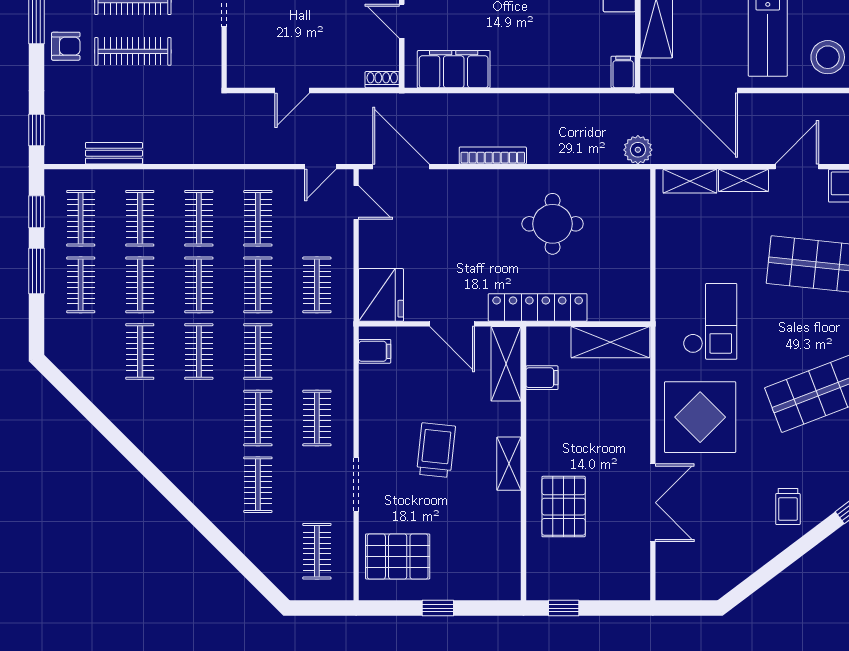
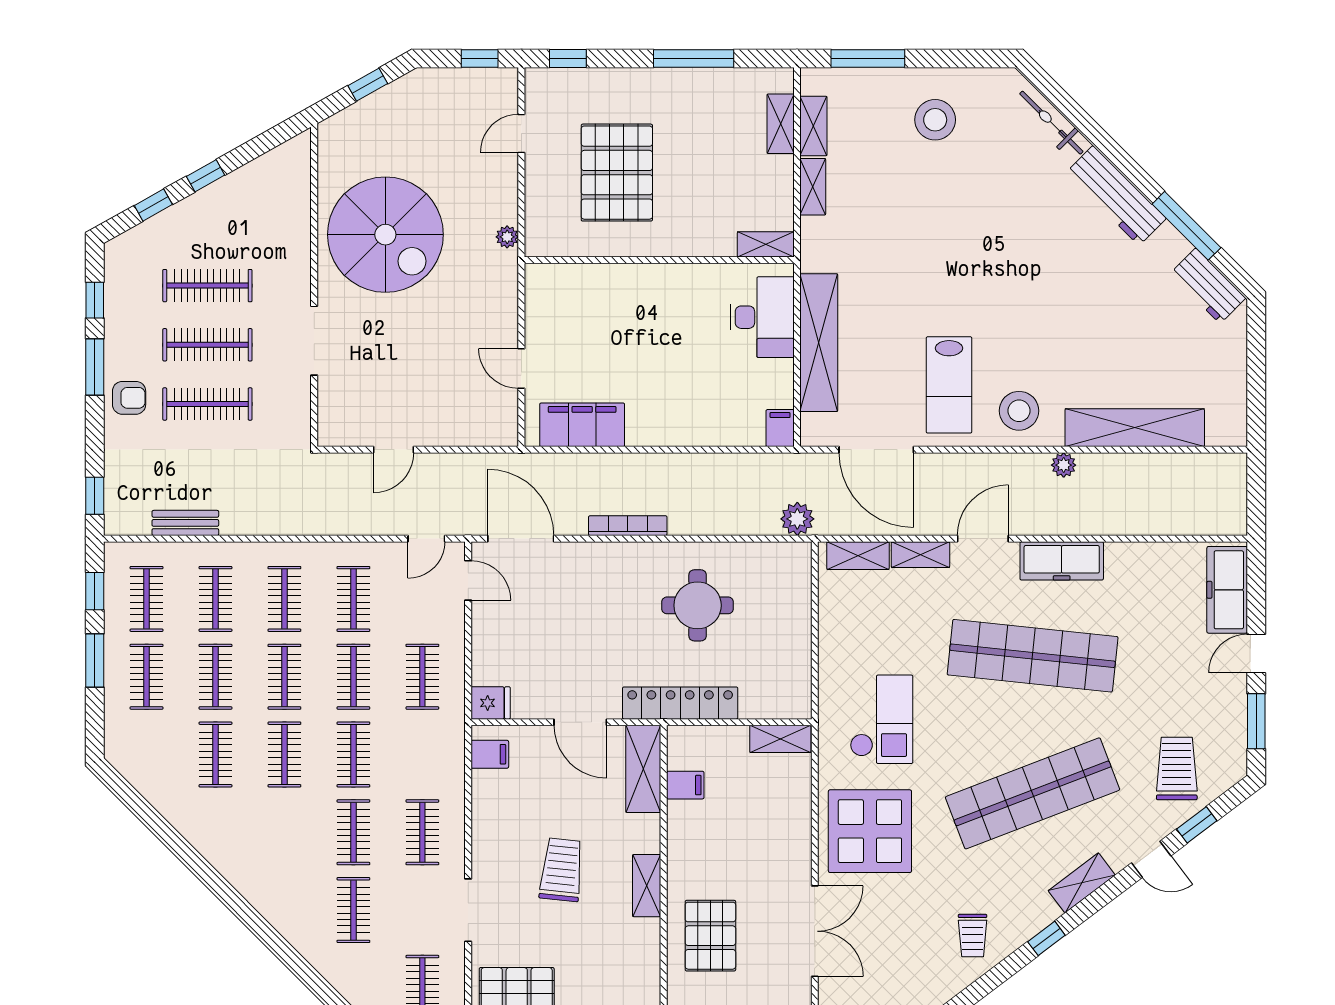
shoe rack: (382, 80) -> (499, 437), removed
fridge: (381, 295) -> (491, 703), width x0.53, depth x0.75
shelving: (610, 342) -> (780, 739), width x0.67, depth x0.75

